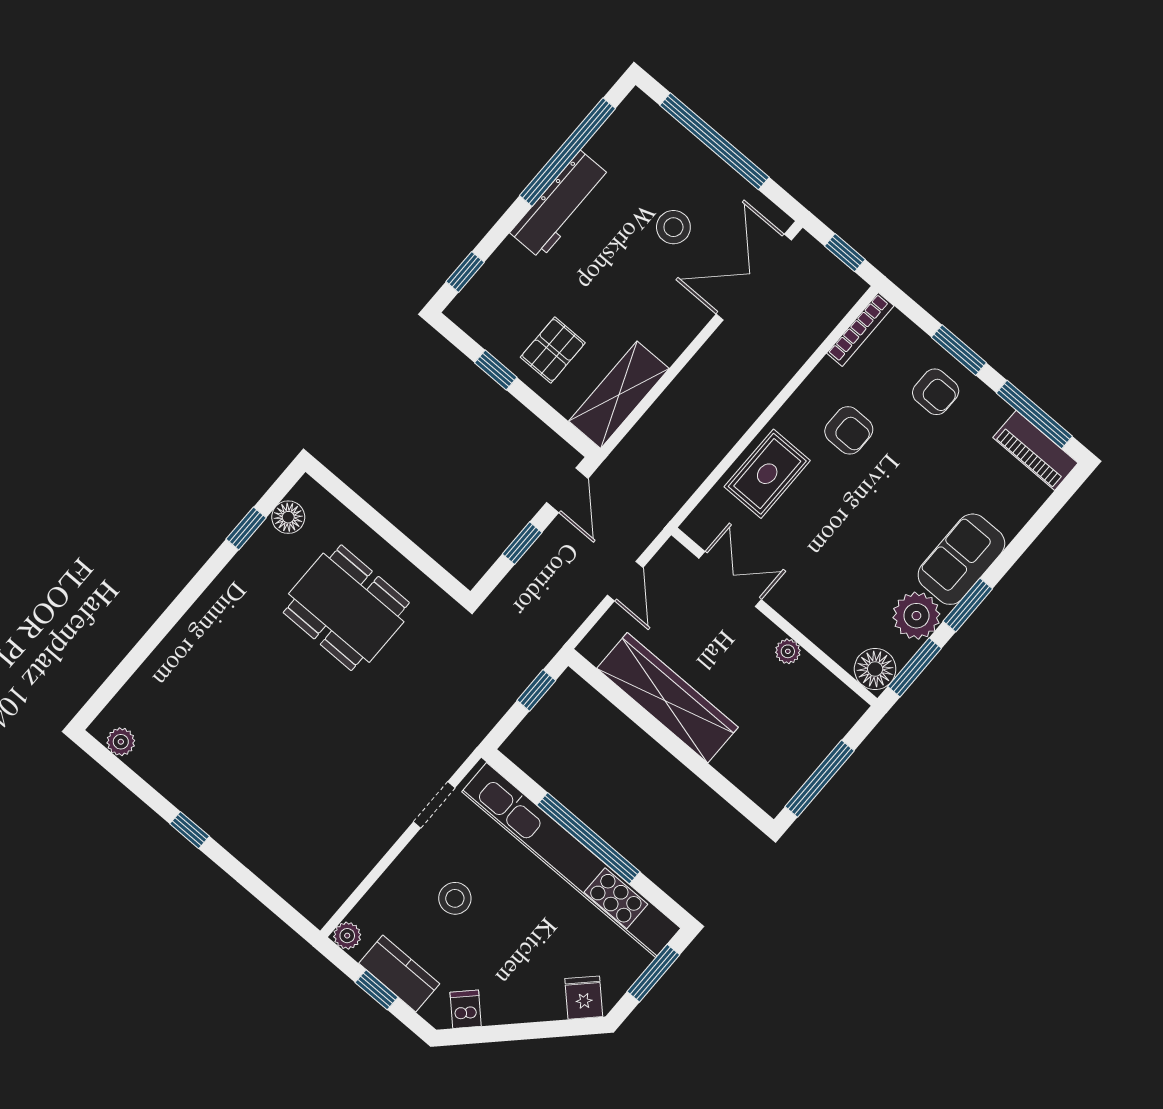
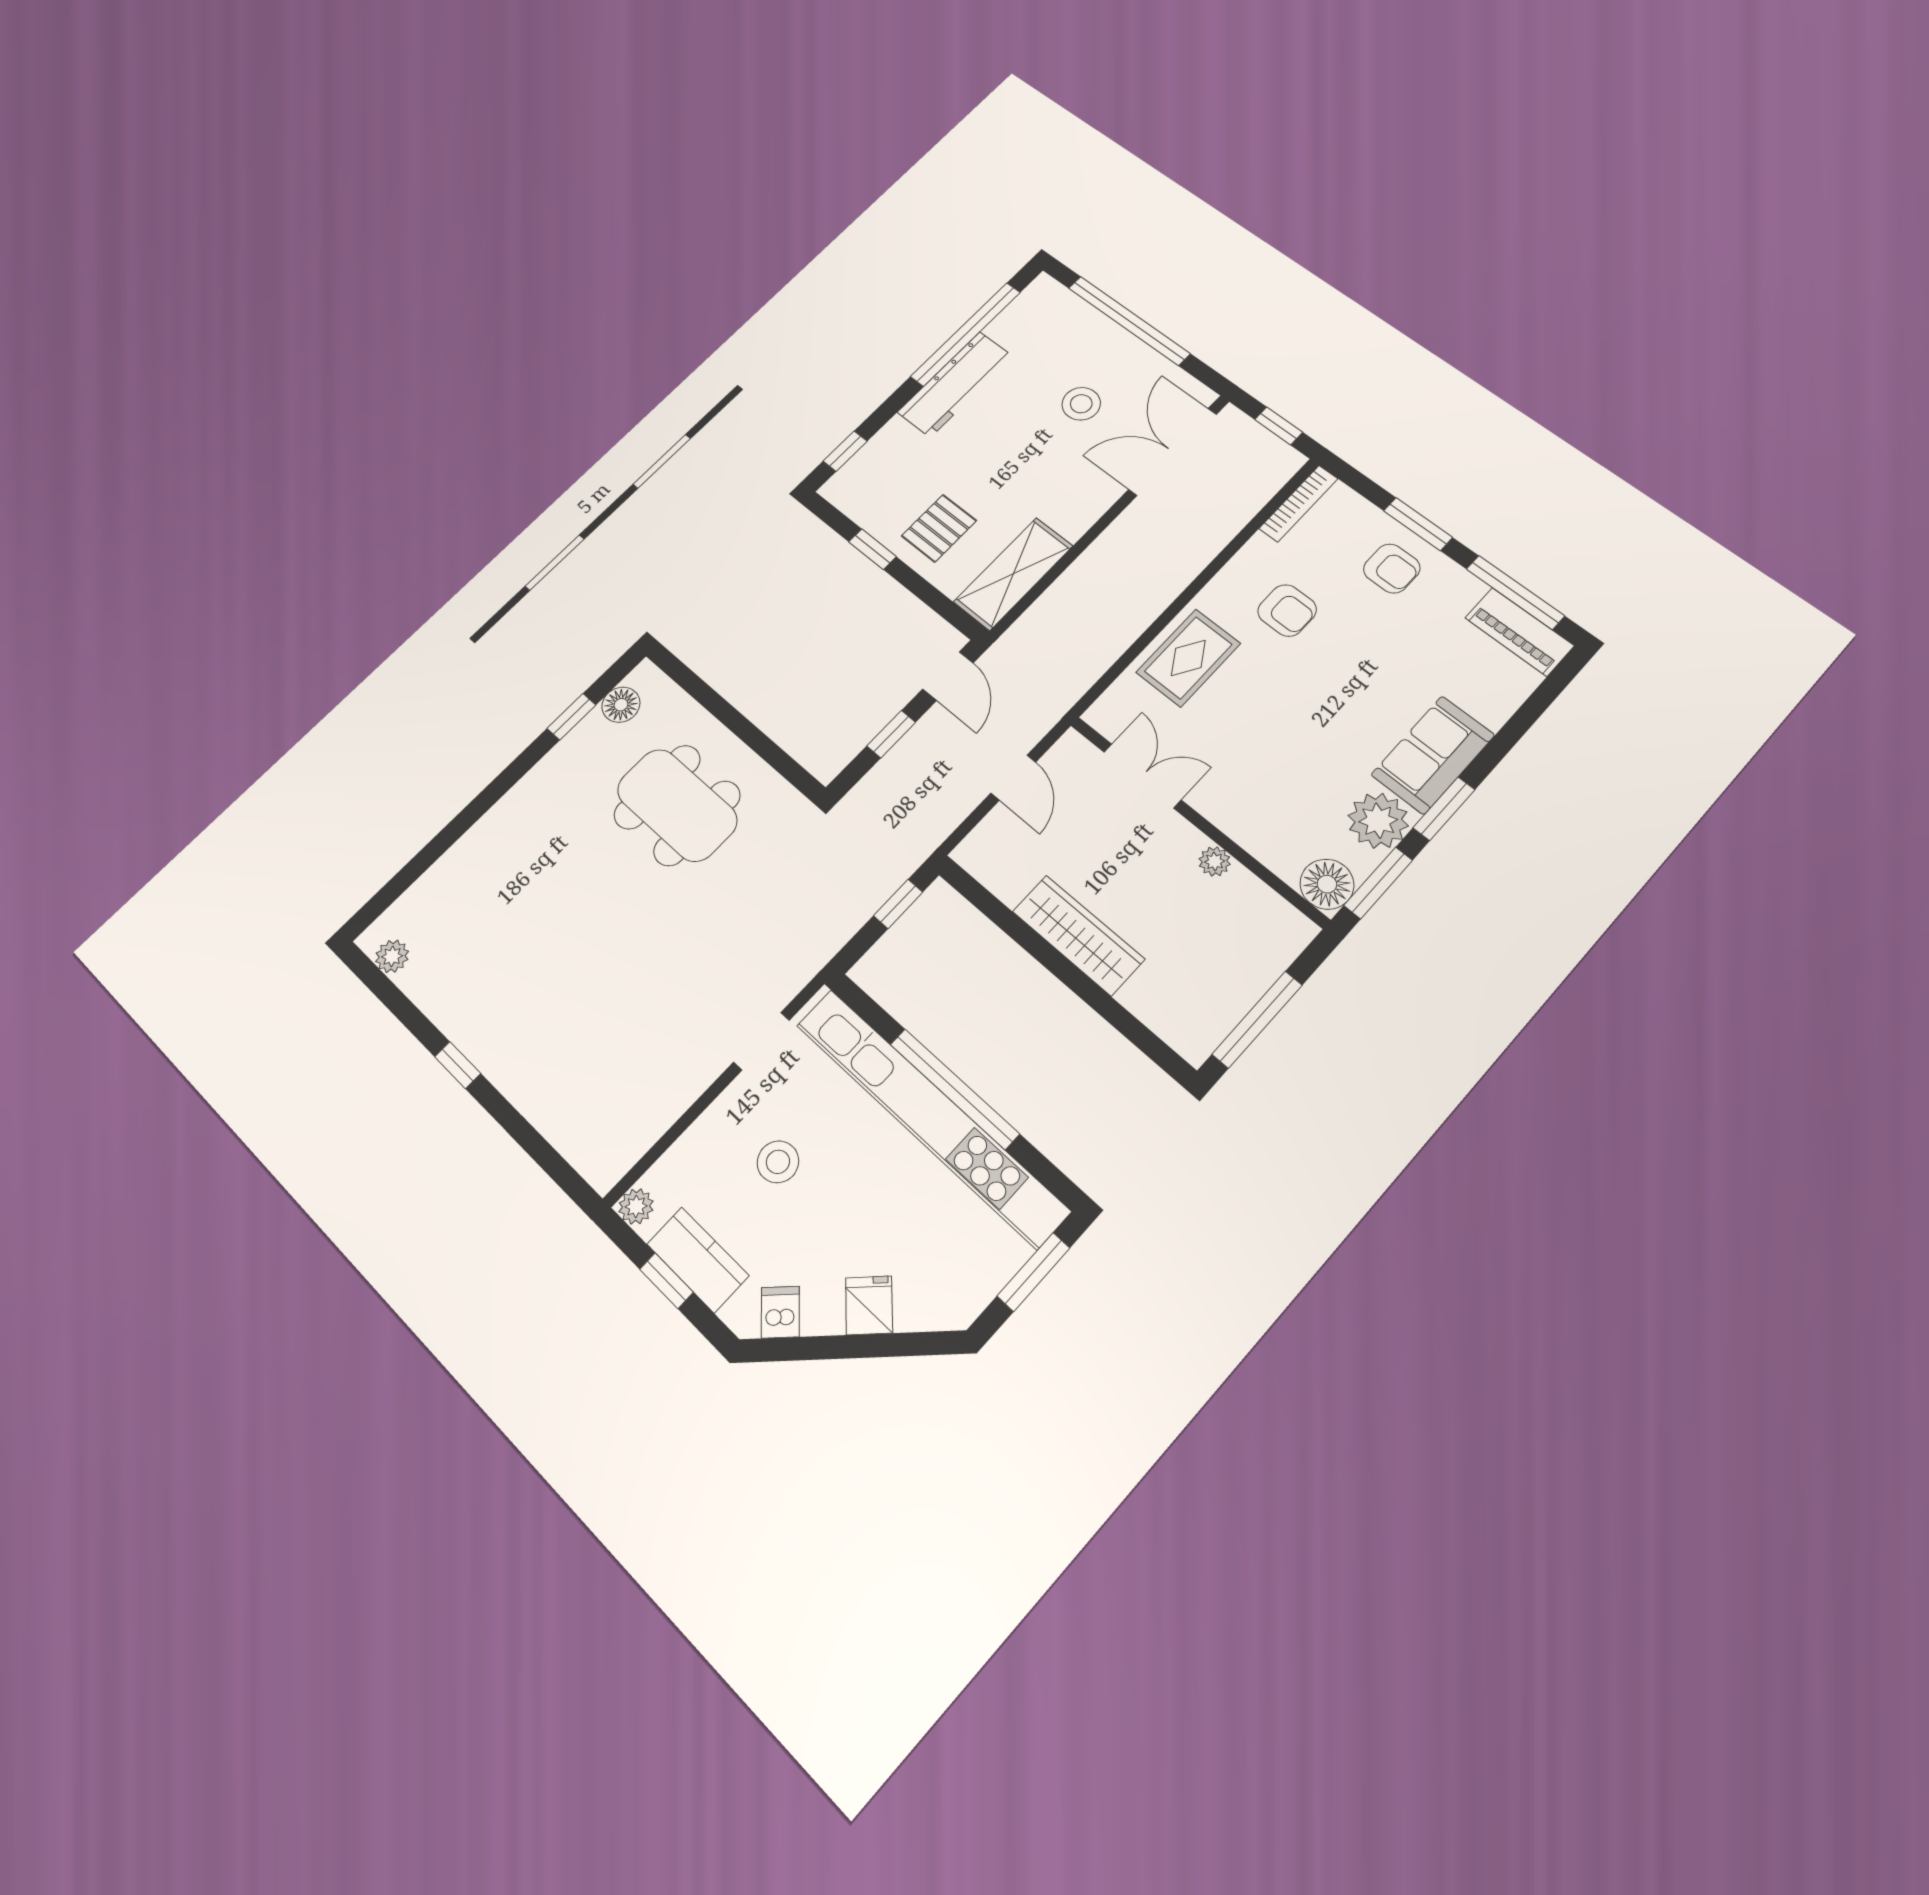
wardrobe: (668, 698) -> (1078, 935), width x0.71, depth x0.85
fridge: (584, 998) -> (869, 1305), moved

